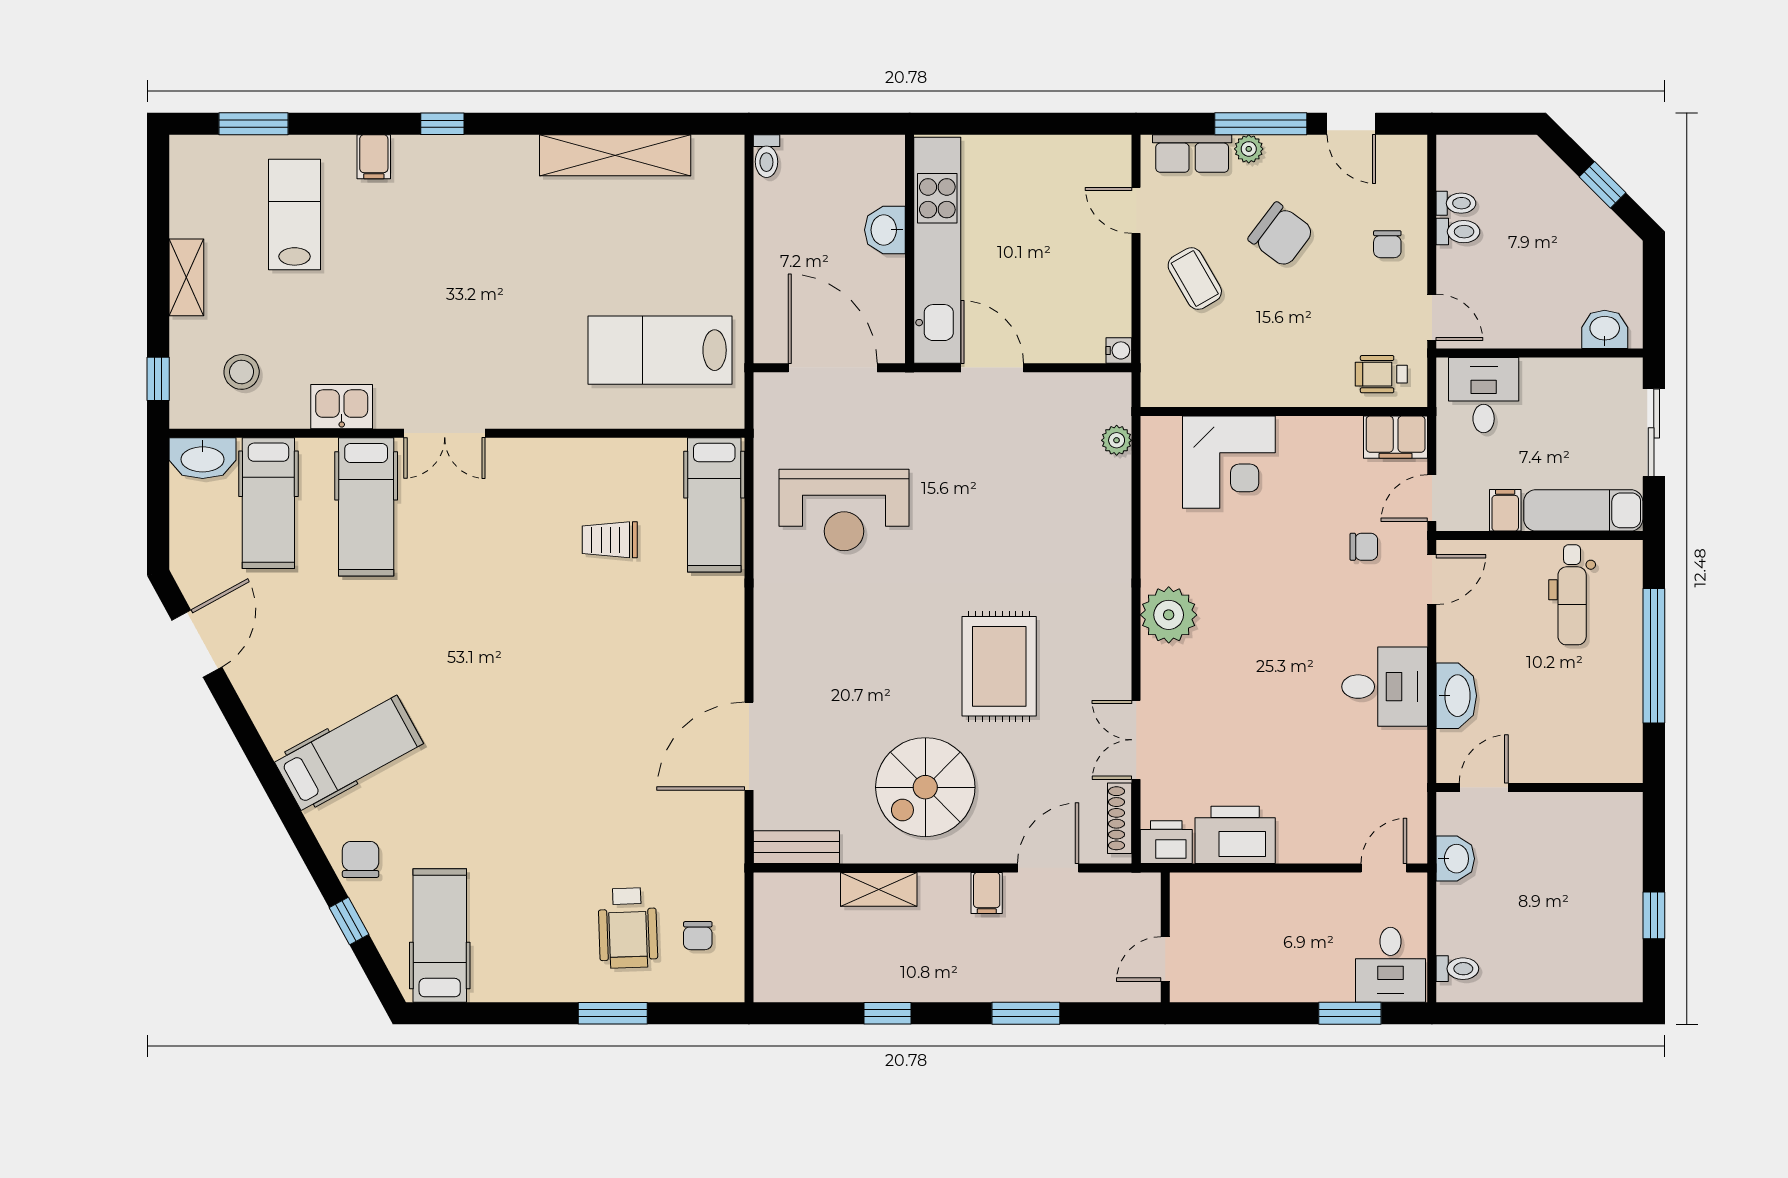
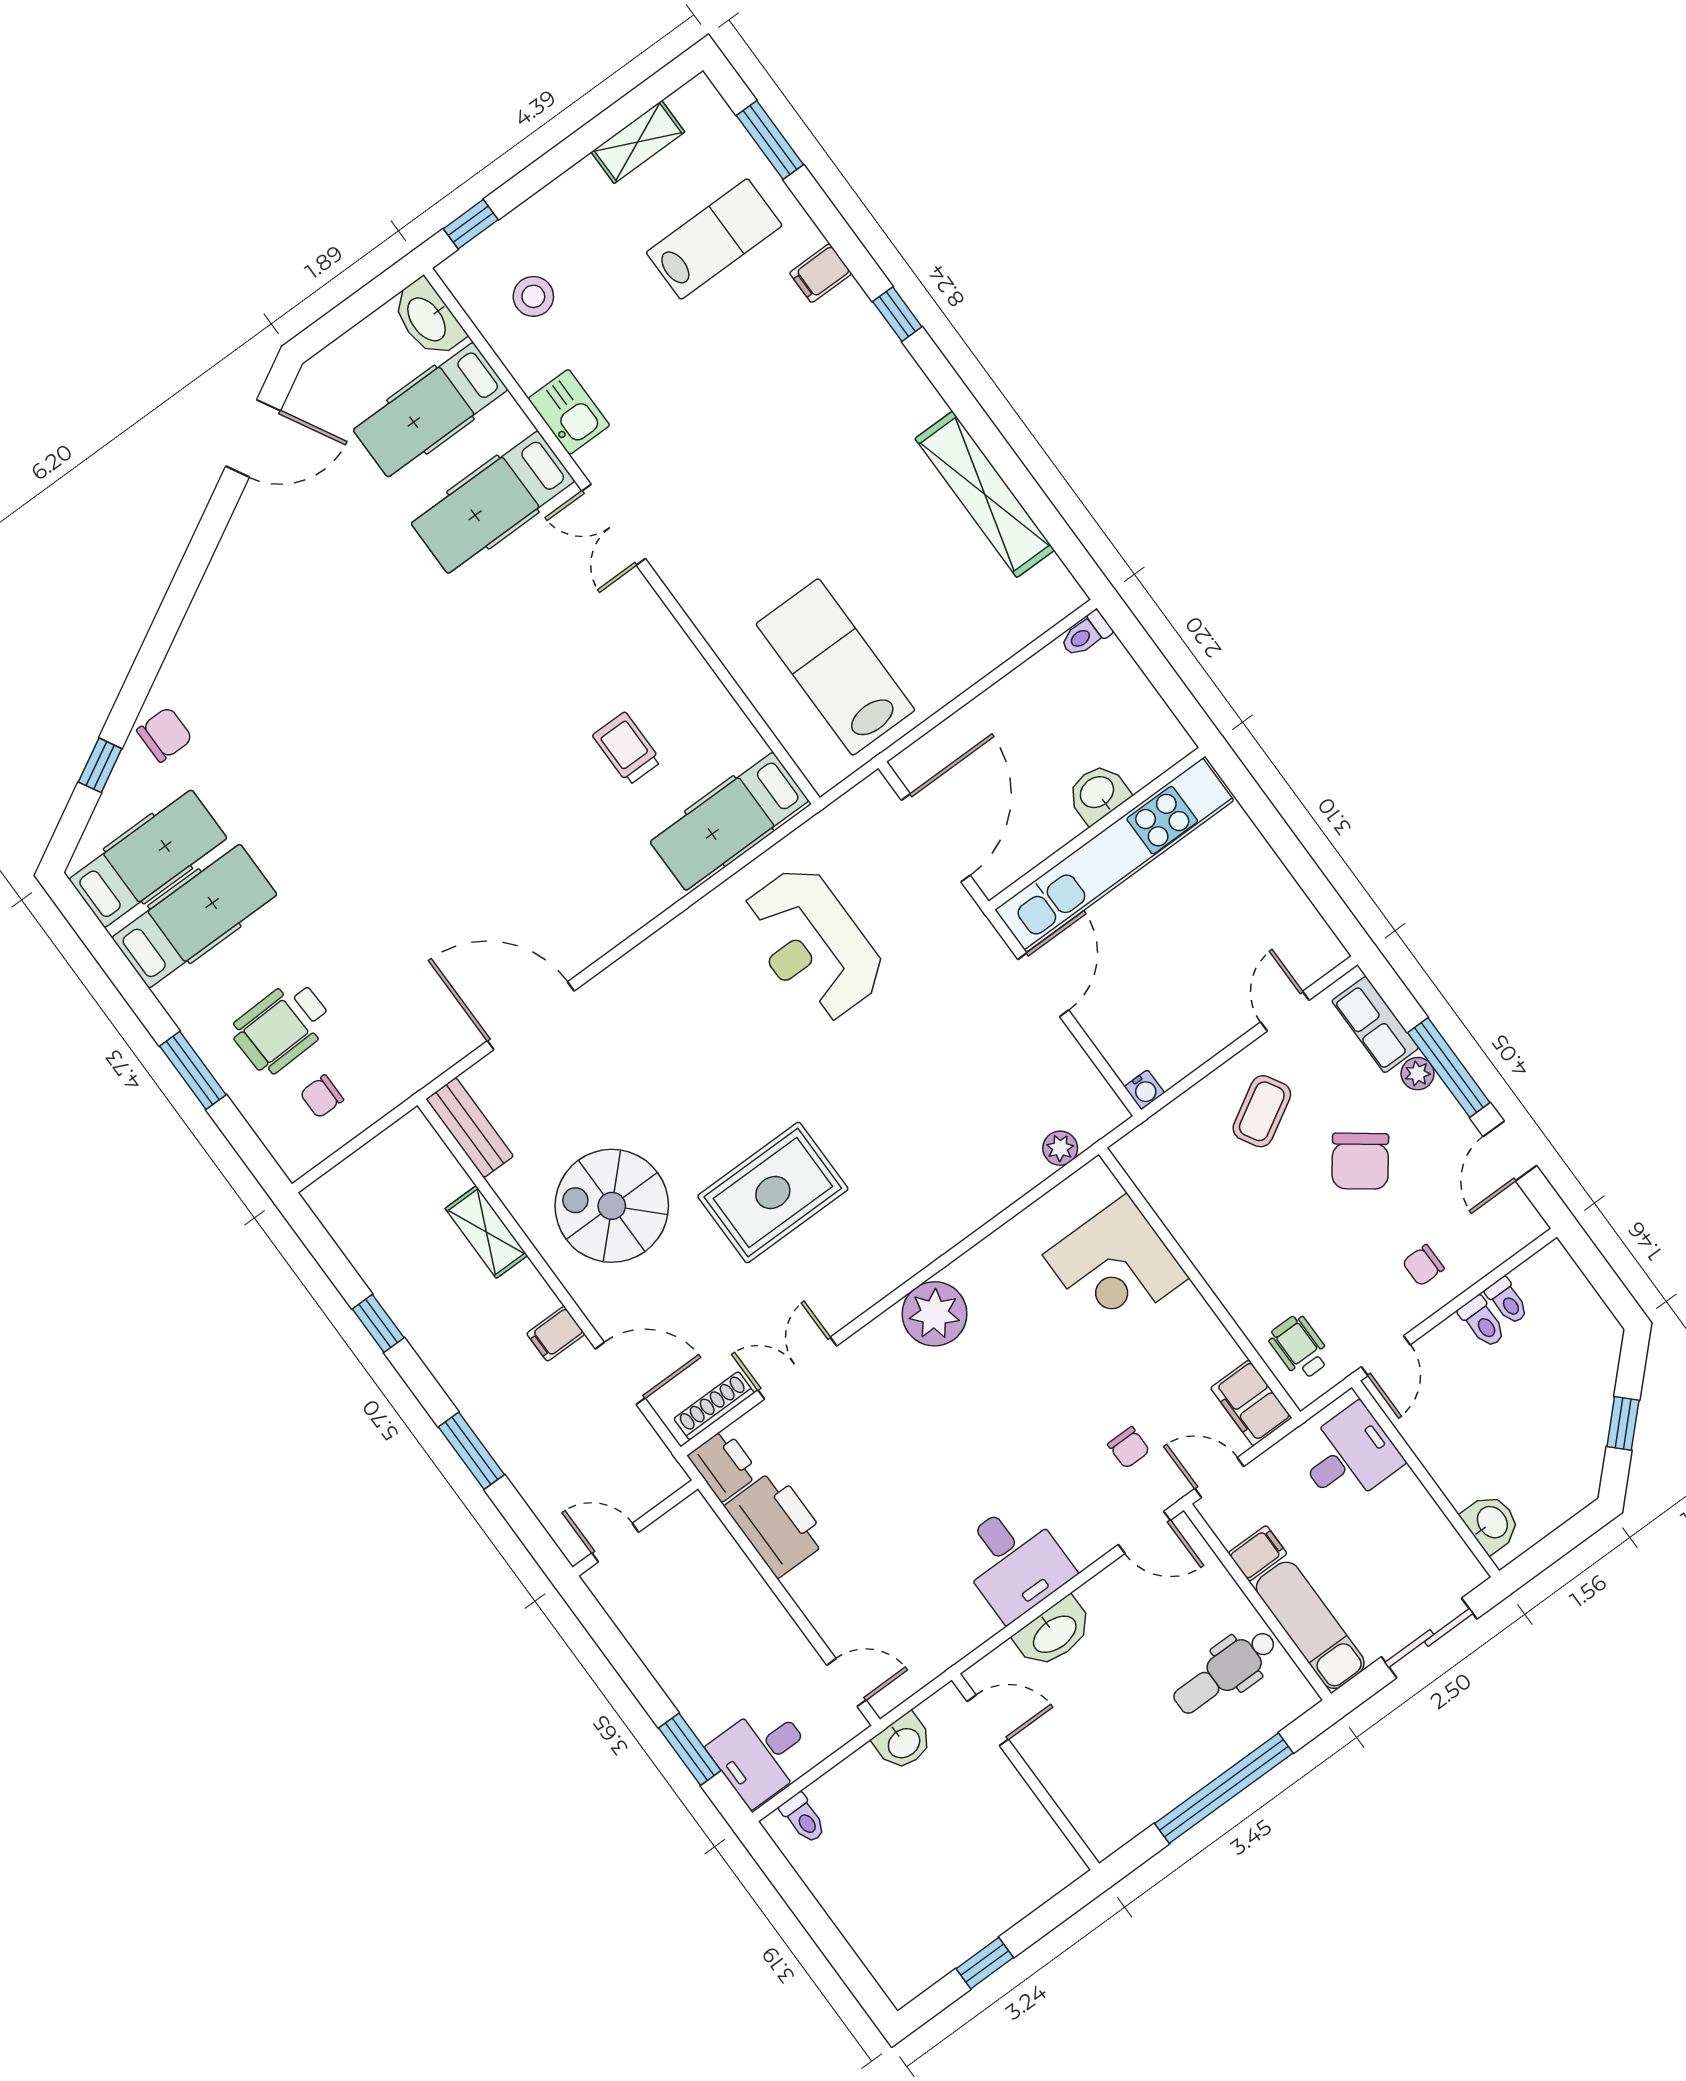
shelving: (186, 277) -> (638, 142), moved
hospital bed: (349, 753) -> (194, 916), moved, turned -61

